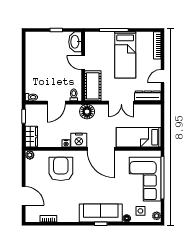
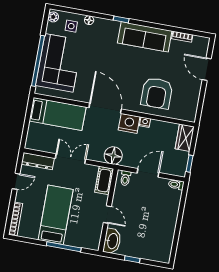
cot: (93, 86) -> (104, 180), width x0.73, depth x0.75
plant: (30, 155) -> (191, 116), removed
sofa: (101, 213) -> (145, 37), moved

